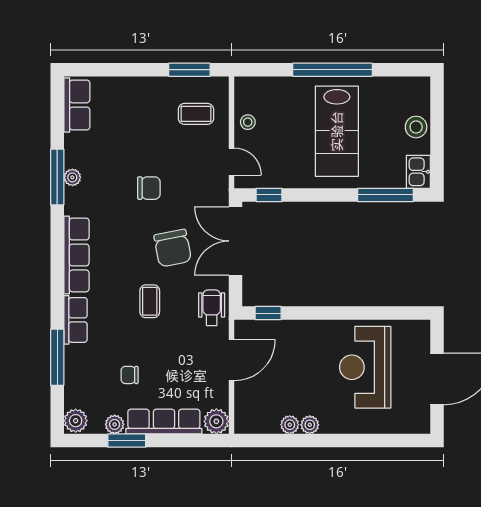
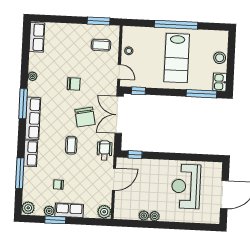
window: (57, 177) -> (23, 104), moved
row of seats: (164, 422) -> (69, 210), width x0.68

